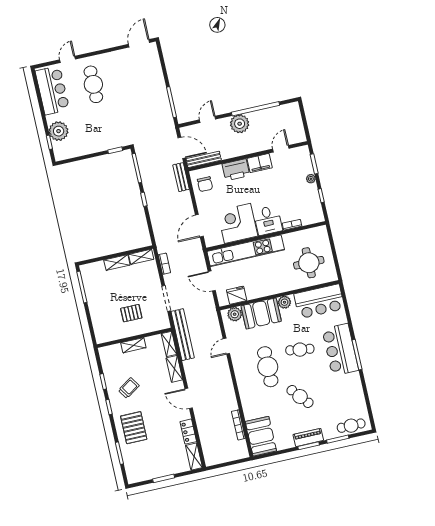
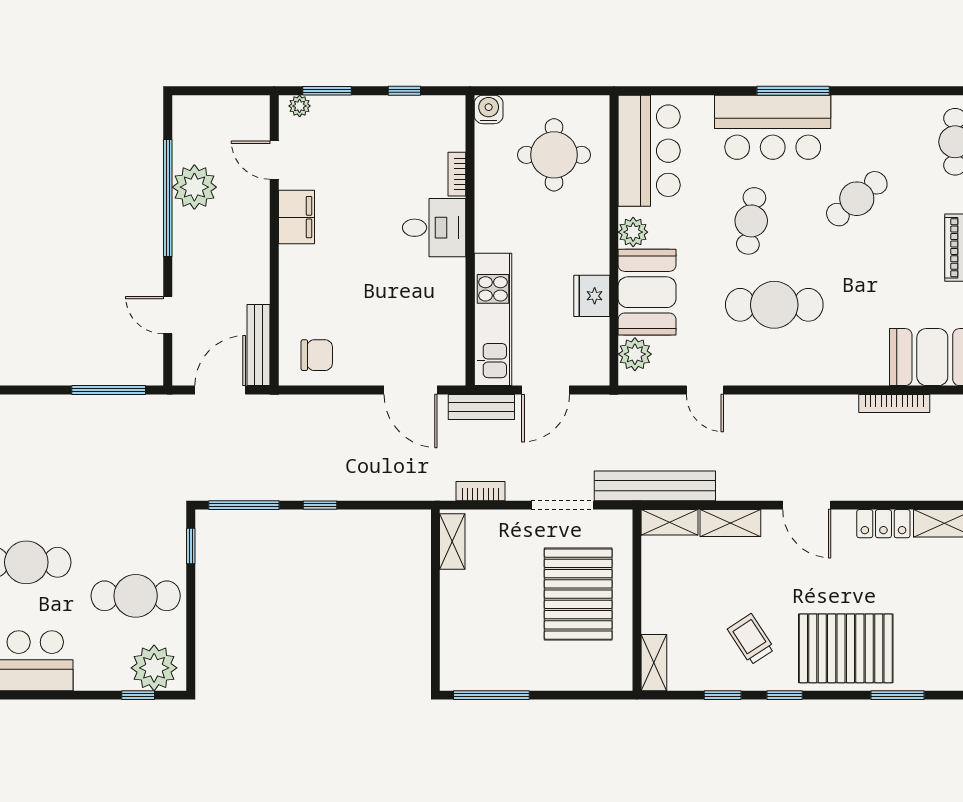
plant: (240, 124) -> (194, 187), moved
plant: (59, 131) -> (154, 668), moved
cafe table: (90, 132) -> (136, 596), added
printer: (236, 170) -> (300, 275), removed
bench: (181, 177) -> (481, 407), moved
plant: (311, 179) -> (300, 106), moved
corner desk: (238, 223) -> (425, 300), removed
water cooler: (321, 232) -> (489, 109), added
kitchen unit: (246, 251) -> (493, 319), width x0.73
shelving: (117, 262) -> (453, 601), removed
fridge: (237, 295) -> (592, 296), moved
pallet: (131, 313) -> (578, 594), width x2.05, depth x2.00
shelving: (133, 345) -> (654, 663), moved
cafe table: (300, 396) -> (857, 199), moved
door: (189, 398) -> (807, 505), hinge flipped
pallet: (134, 428) -> (846, 648), width x1.37, depth x1.41

